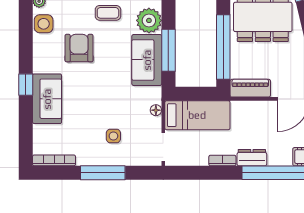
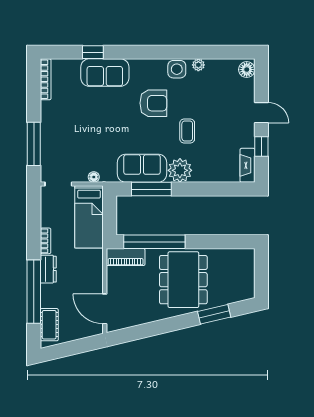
window: (26, 85) -> (93, 52), moved
piano: (250, 88) -> (126, 257), moved, turned 90
side table: (113, 136) -> (69, 136), removed
window: (103, 173) -> (34, 144), moved

